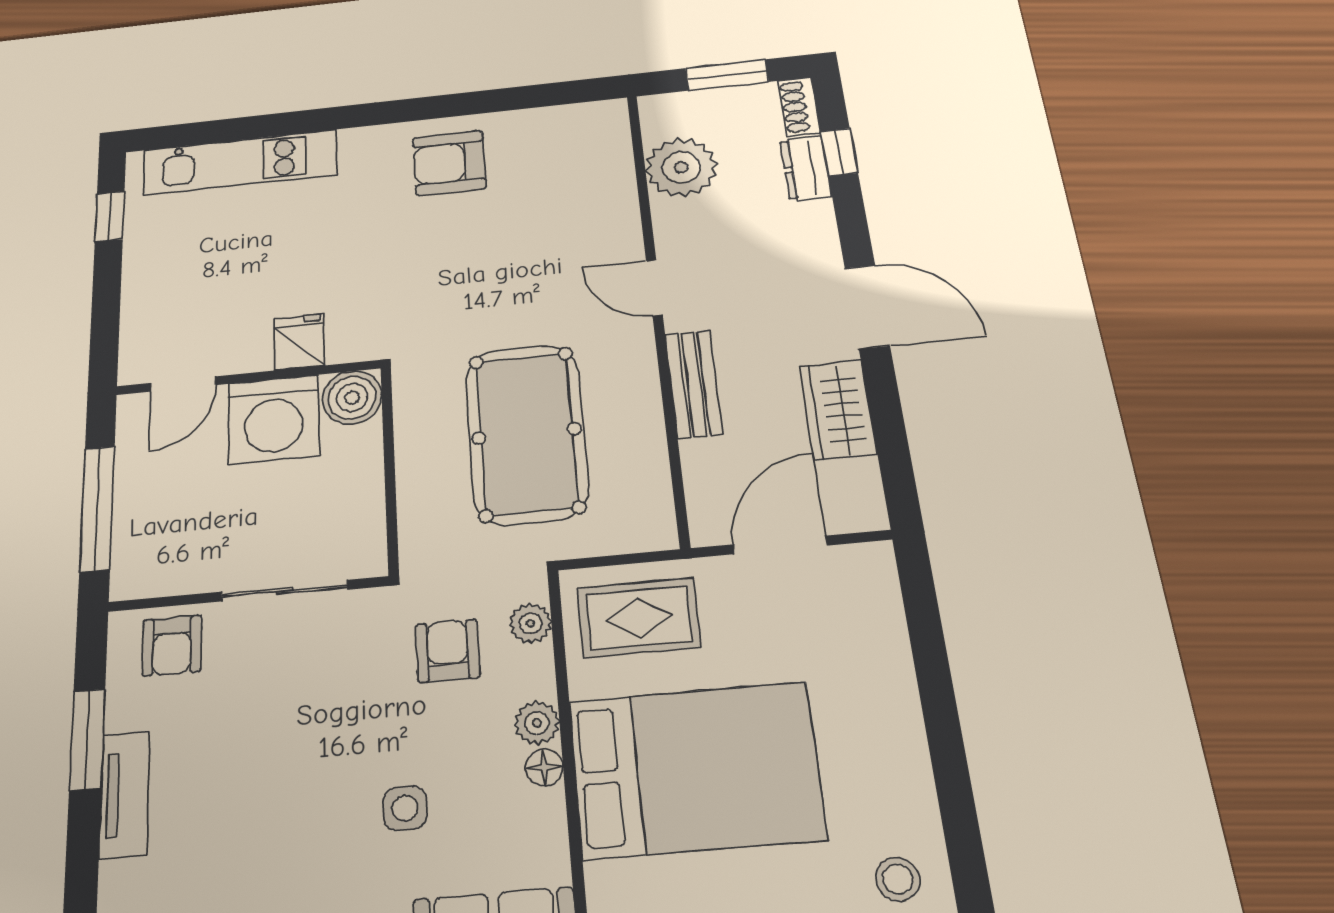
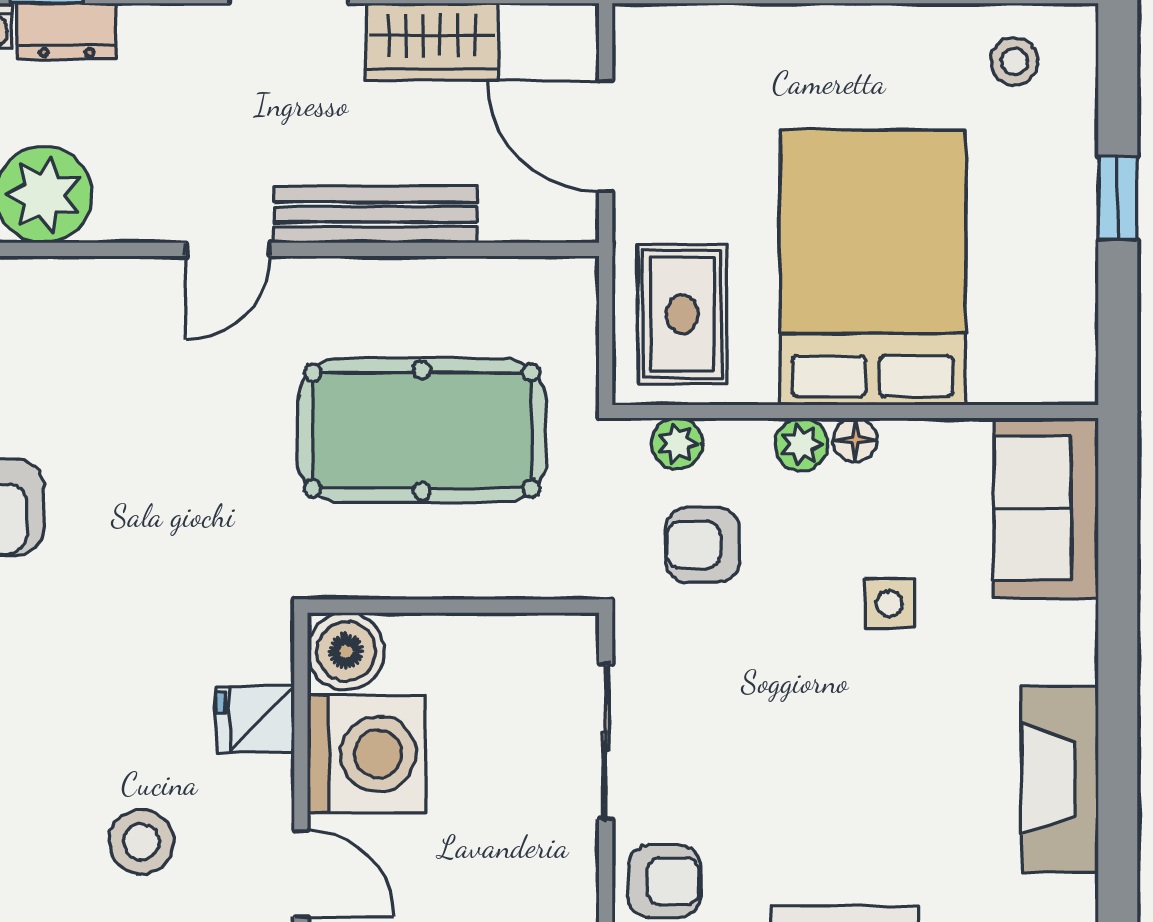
stool: (209, 278) -> (141, 842), added
bench: (694, 384) -> (375, 214), width x1.36

